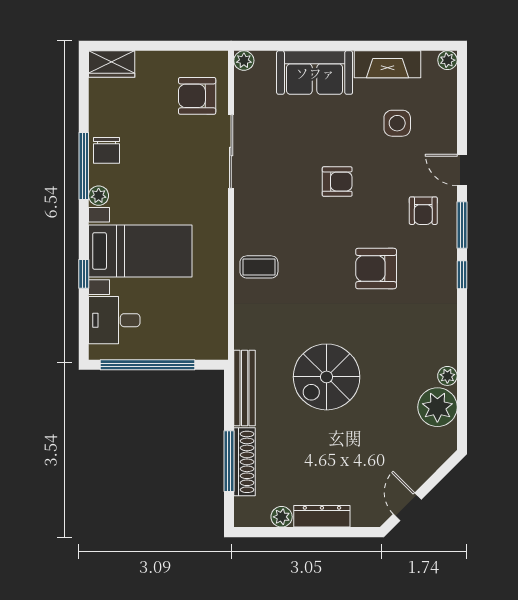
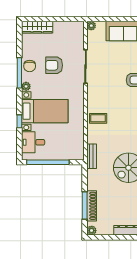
wardrobe: (112, 64) -> (37, 27), width x1.50
armchair: (197, 96) -> (54, 65), moved
bench: (245, 388) -> (92, 156), moved, width x0.73
plant: (282, 517) -> (92, 231), moved

